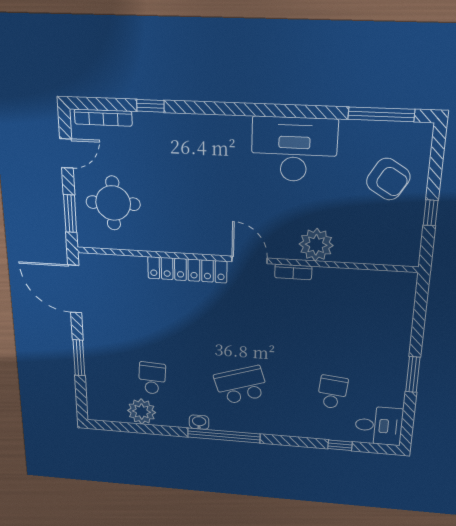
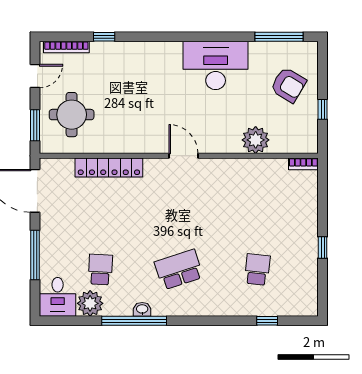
plant: (316, 245) -> (256, 140), moved
locker: (187, 270) -> (109, 167), moved
bookcase: (293, 272) -> (303, 164), moved
window: (79, 358) -> (35, 255), width x1.44
window: (413, 375) -> (323, 247), width x0.67
desk: (379, 426) -> (58, 297), moved, turned 90
window: (224, 435) -> (134, 321), moved

